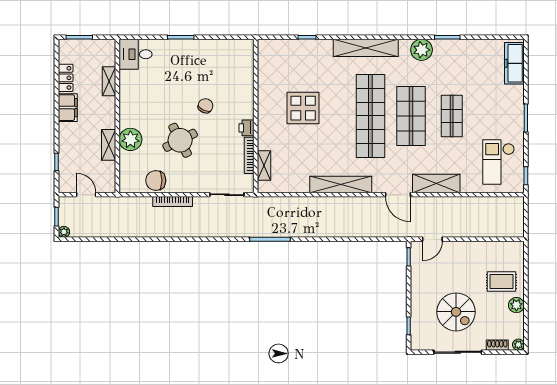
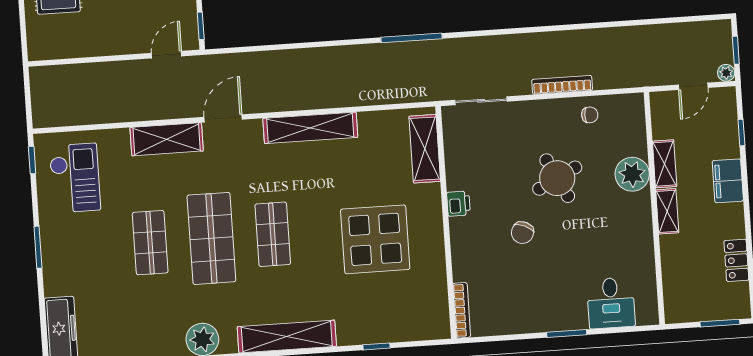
desk: (136, 54) -> (611, 303), moved, turned 90
shelving: (109, 81) -> (667, 211), moved
filing cabinet: (68, 108) -> (728, 181), moved
display table: (303, 108) -> (375, 239), width x1.36, depth x1.36
shop shelf: (370, 116) -> (273, 234), width x0.50, depth x0.74
bookcase: (249, 155) -> (462, 310), moved
shelving: (264, 166) -> (425, 149), width x1.50, depth x1.33
chair: (156, 180) -> (590, 115), width x0.54, depth x0.54
door: (86, 195) -> (693, 86), hinge flipped
door: (398, 195) -> (223, 118), hinge flipped
plant: (64, 232) -> (726, 73), moved

